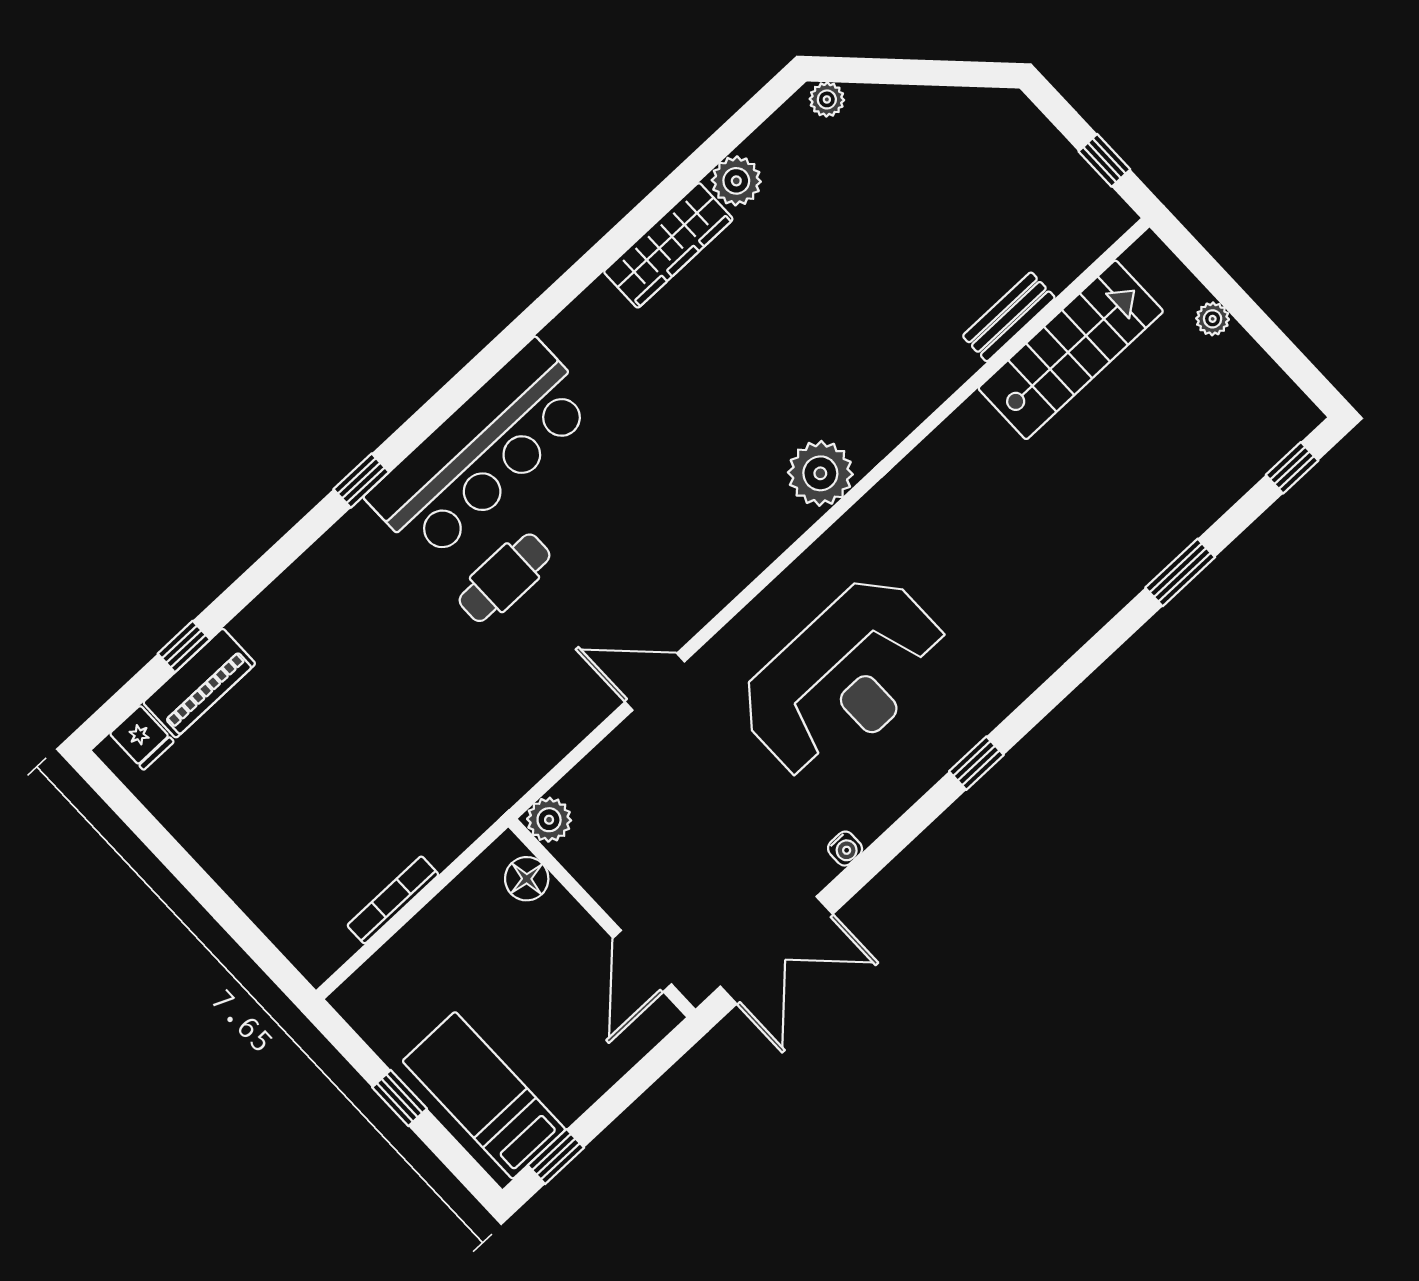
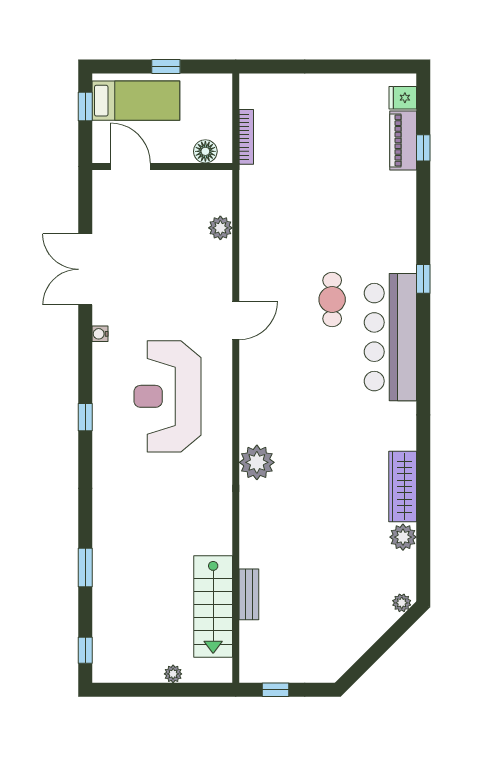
floor lamp: (527, 879) -> (205, 151), moved
wall: (602, 918) -> (162, 166), moved
door: (642, 961) -> (130, 166), moved

